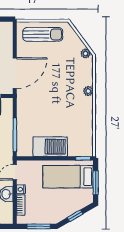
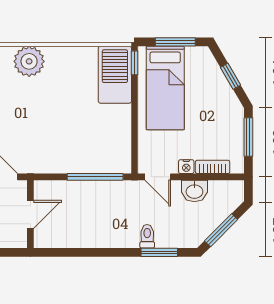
plant: (88, 91) -> (29, 61), width x1.87, depth x1.87
barbecue: (50, 147) -> (115, 75), moved

